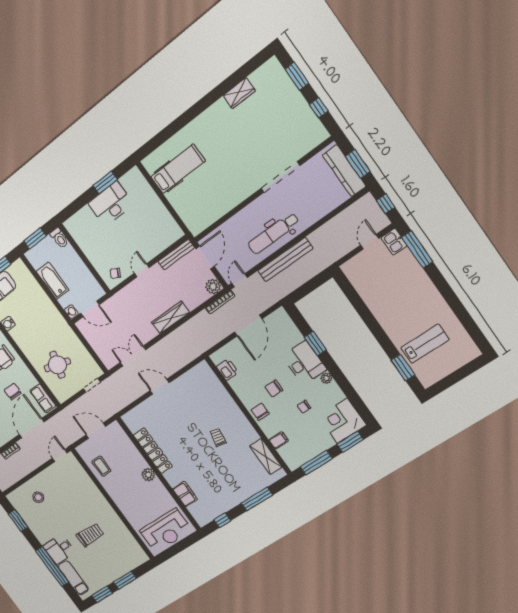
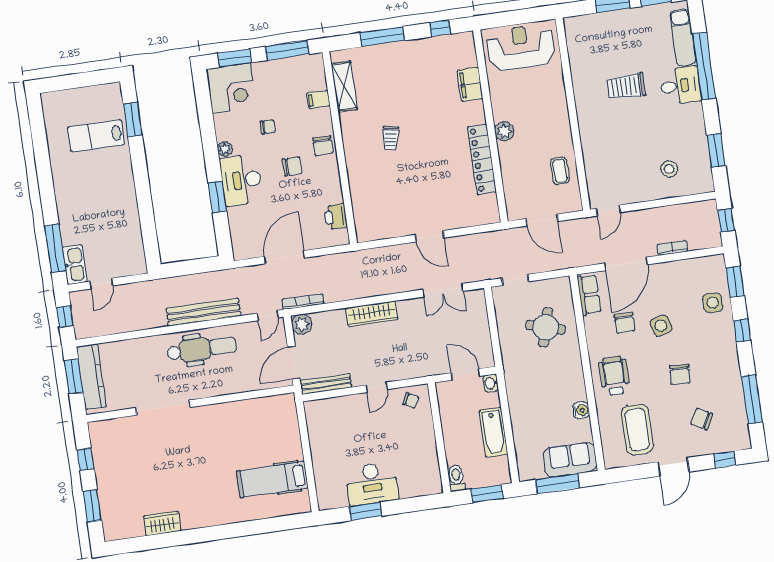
kitchen sink: (394, 242) -> (75, 265), width x1.38

